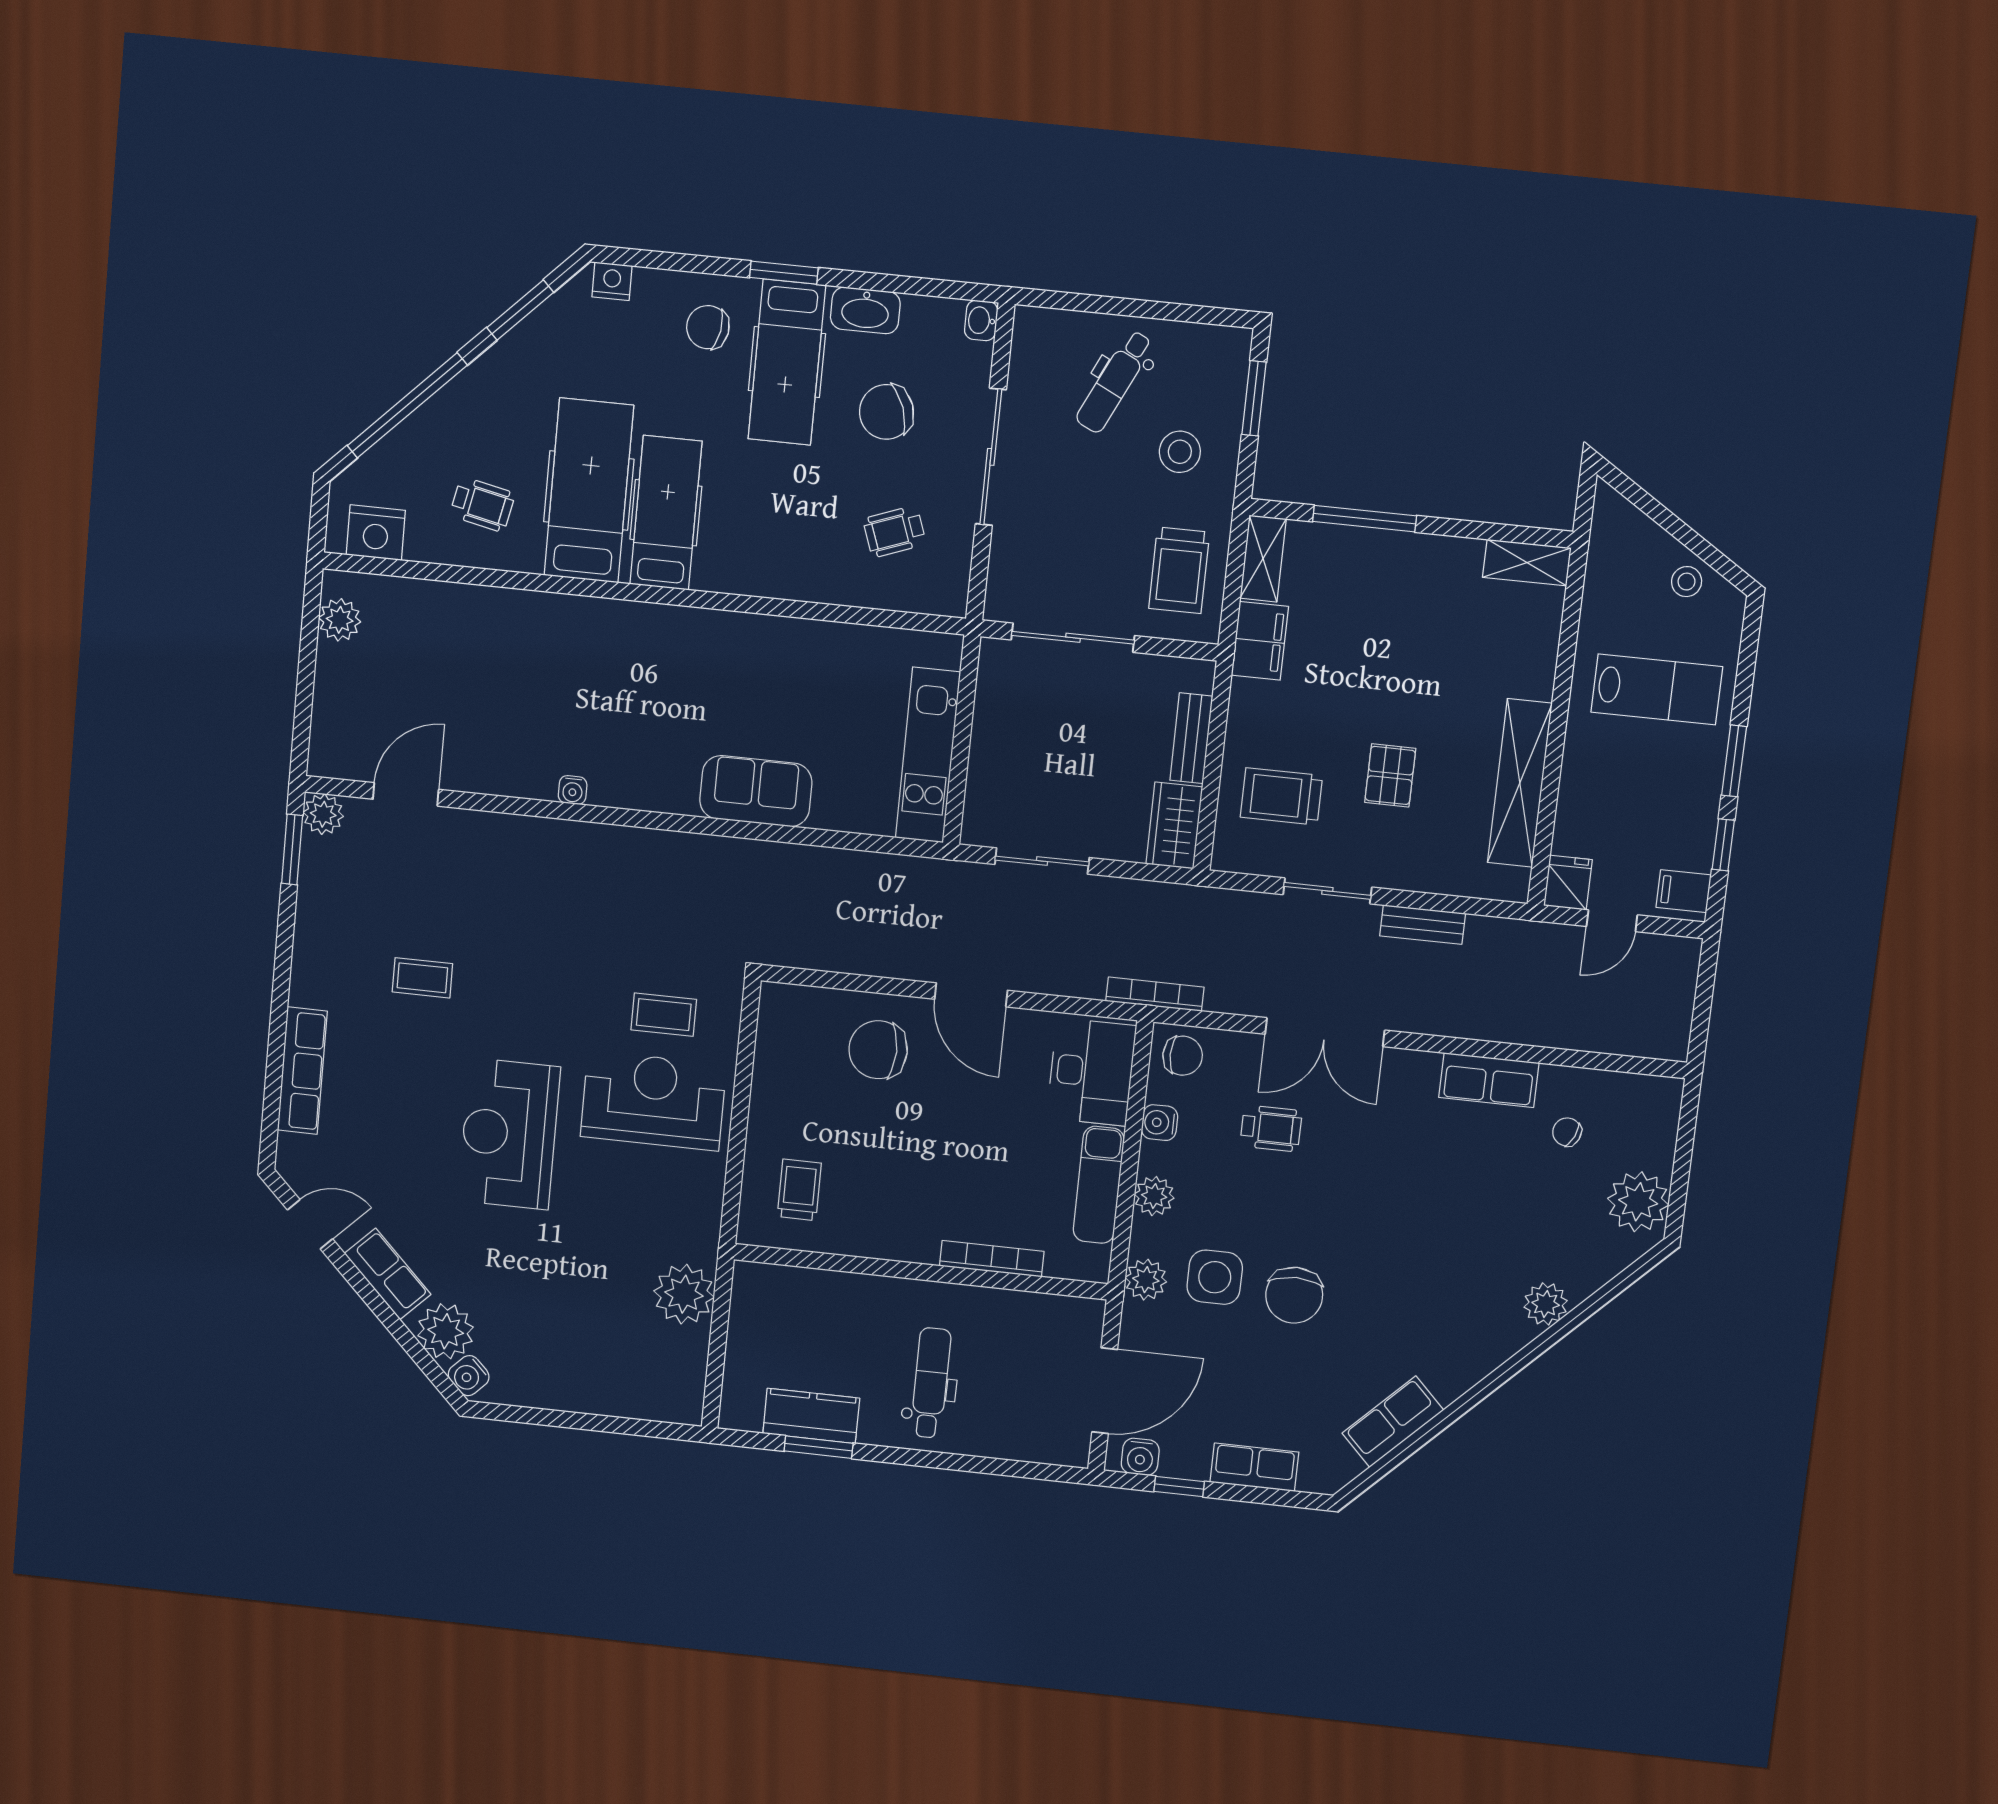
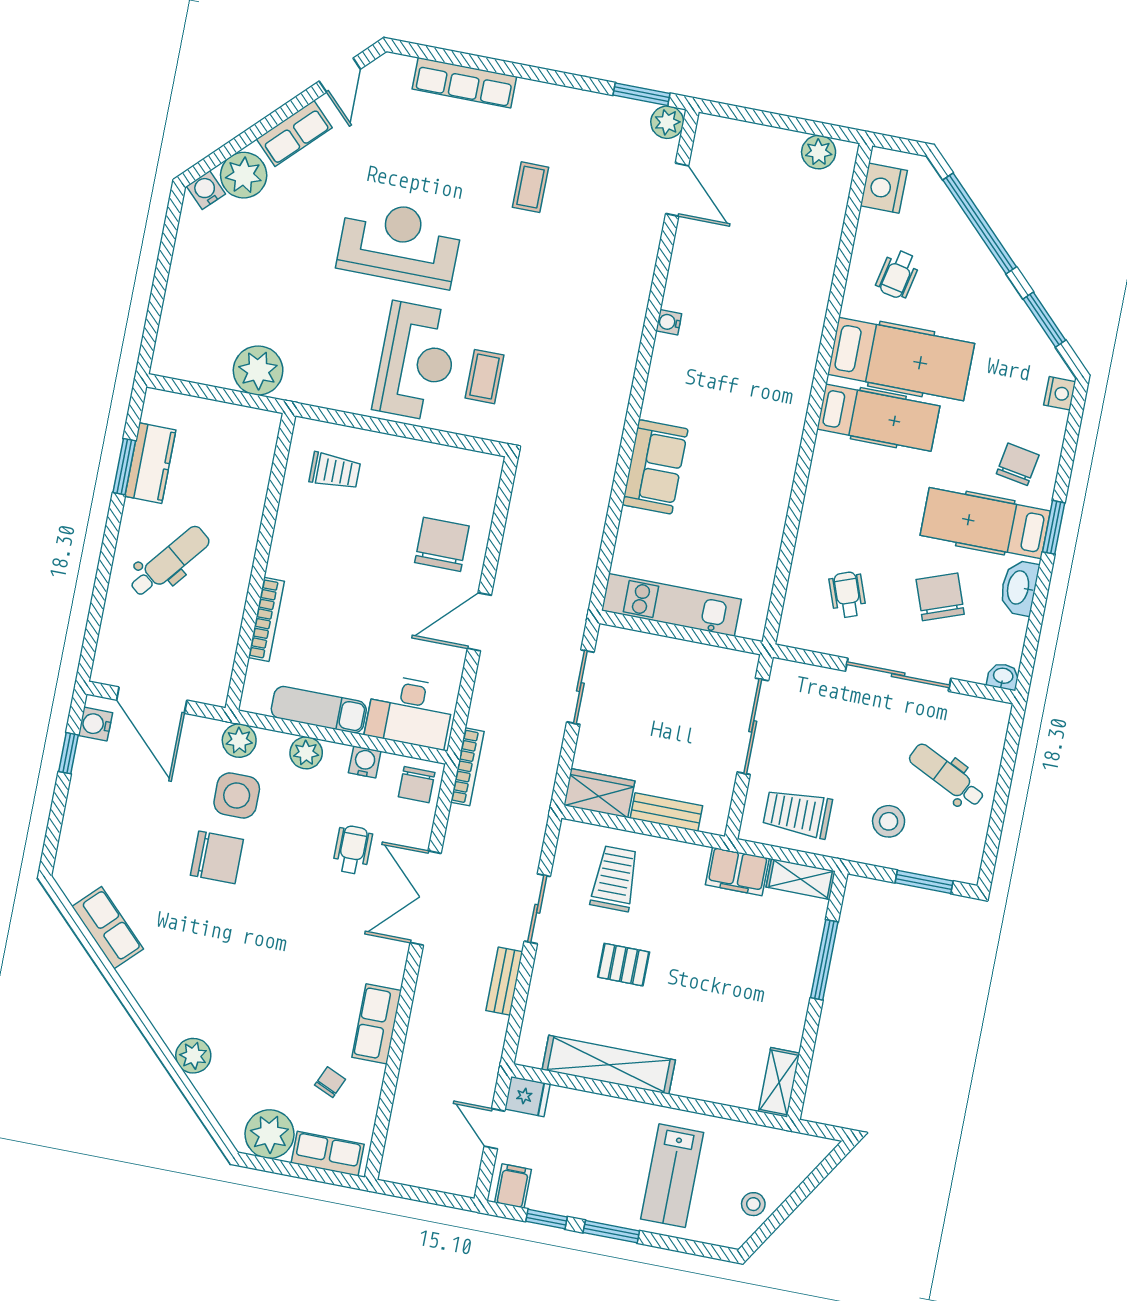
wheelchair: (1271, 1128) -> (353, 850), turned 180
chair: (1294, 1295) -> (217, 857), turned 180
dental chair: (931, 1383) -> (169, 562), turned -51
row of seats: (1254, 1467) -> (328, 1154), moved, turned -90

